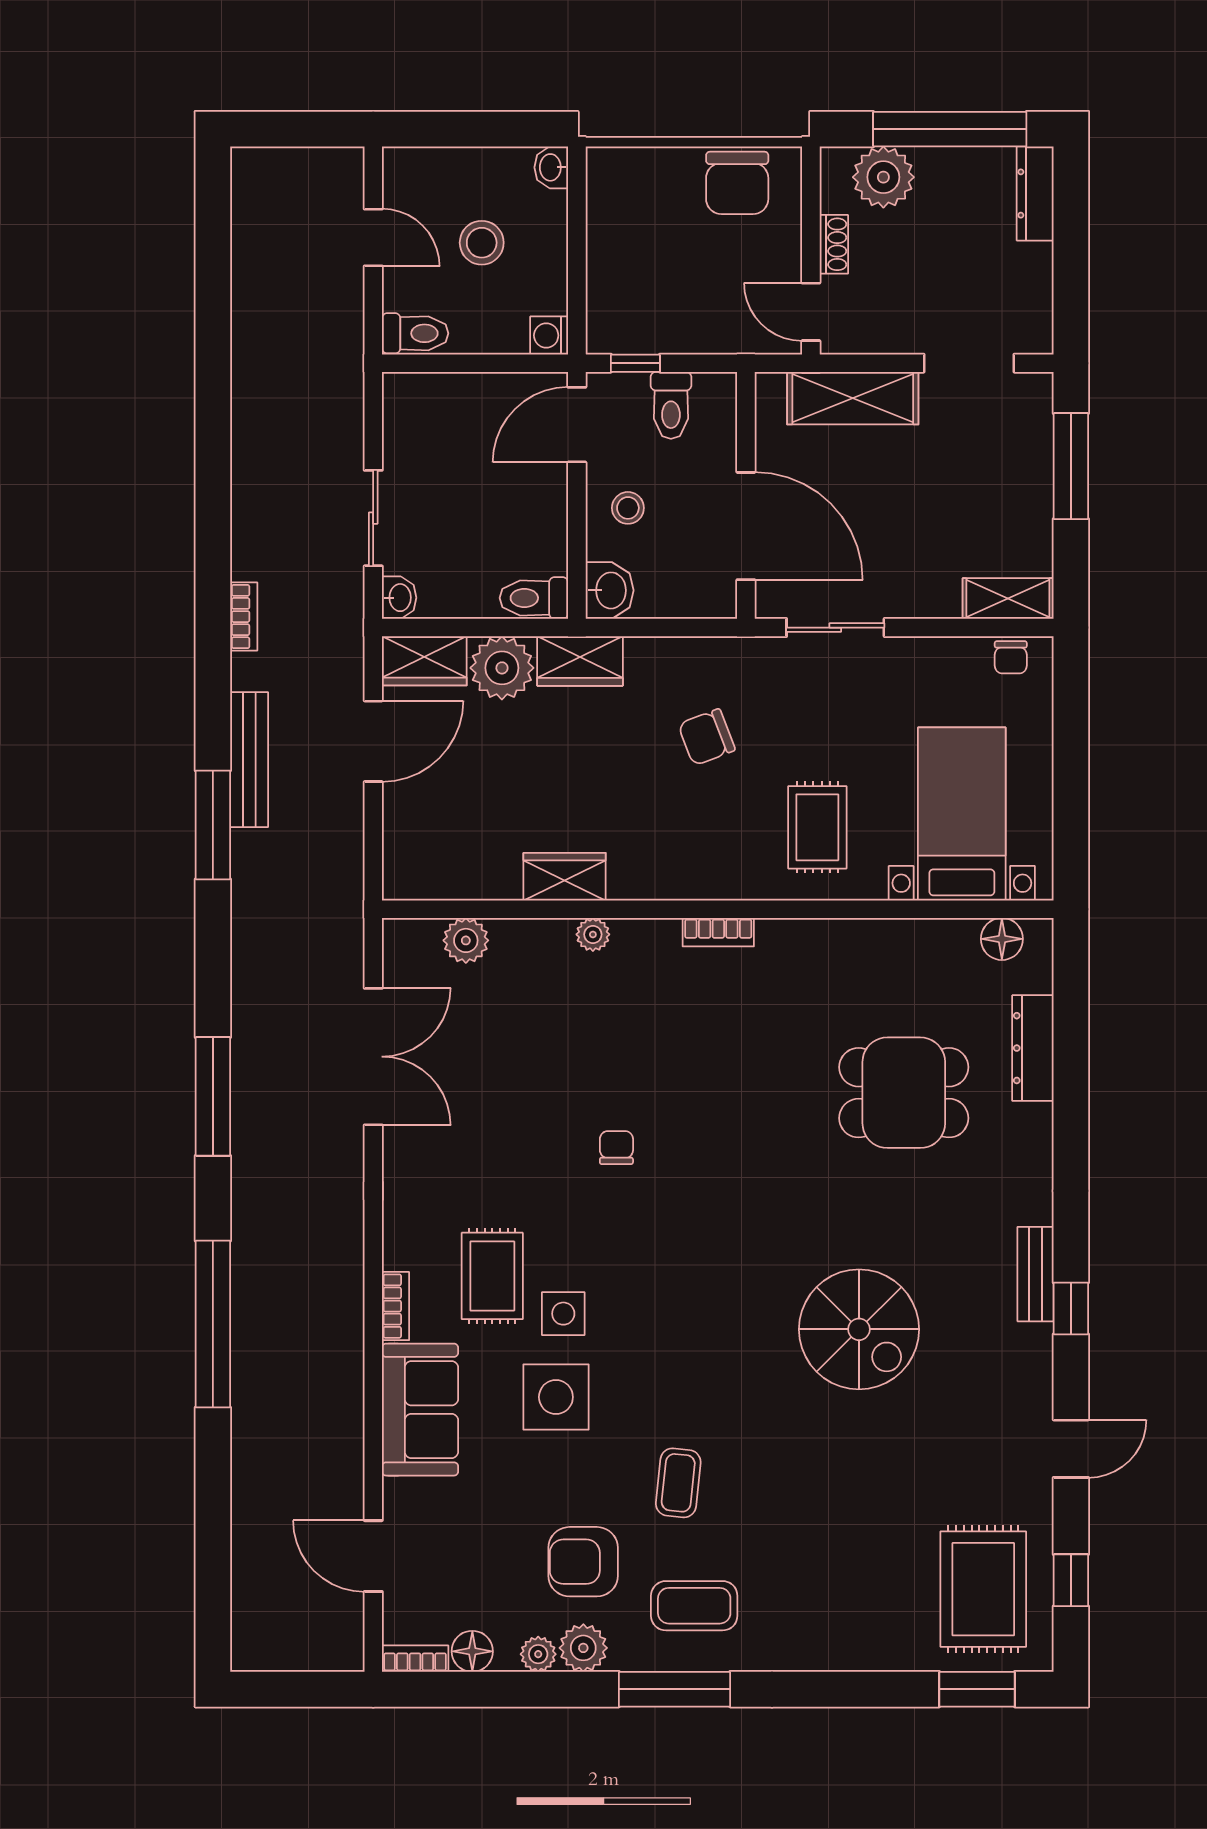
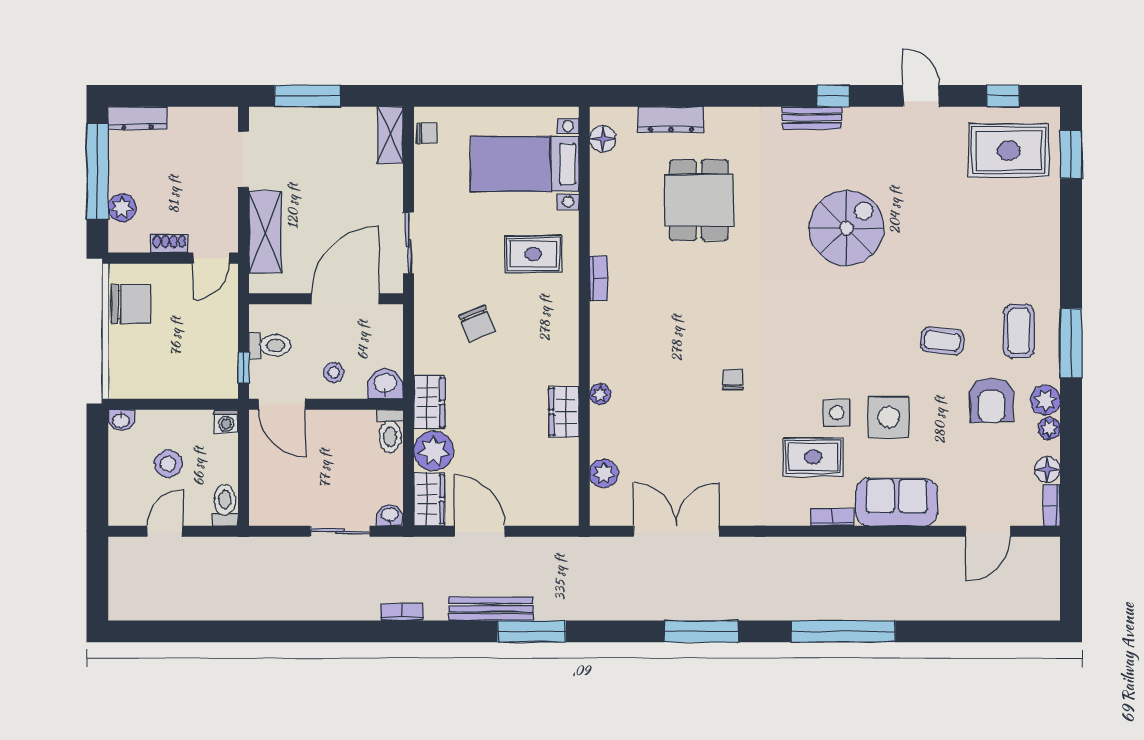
plant: (883, 177) -> (122, 208), width x0.73, depth x0.73
bookcase: (718, 932) -> (599, 278), moved
chair: (616, 1148) -> (733, 379), turned 90

